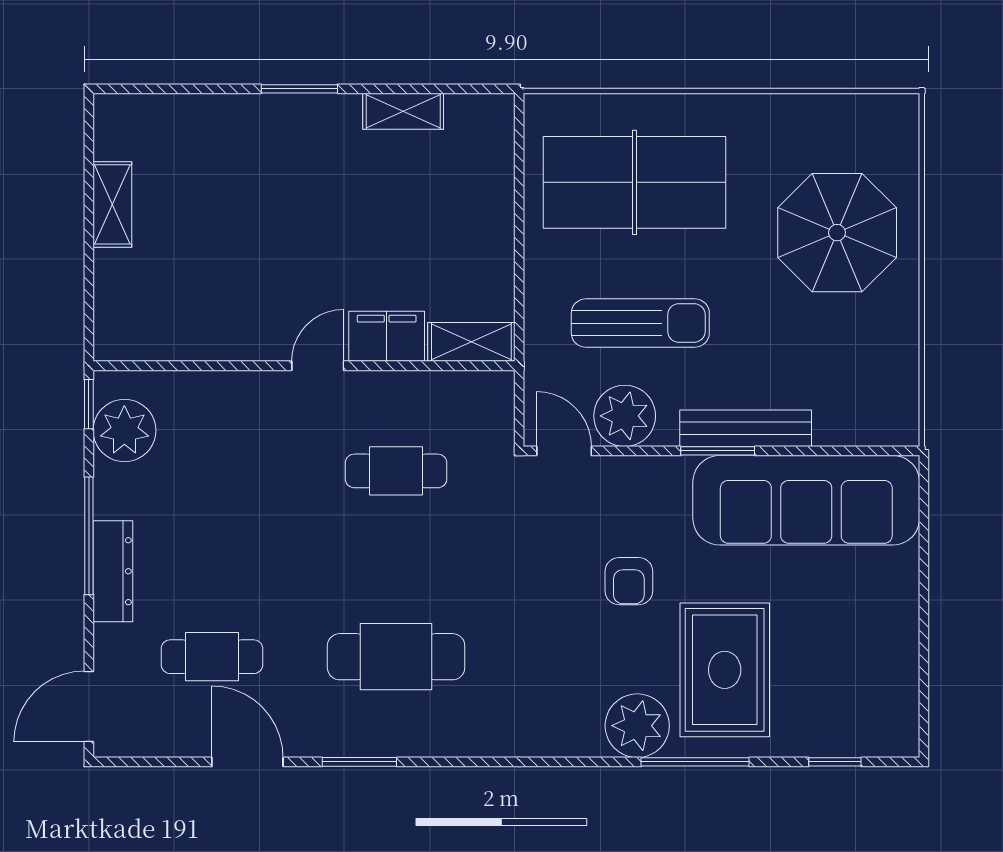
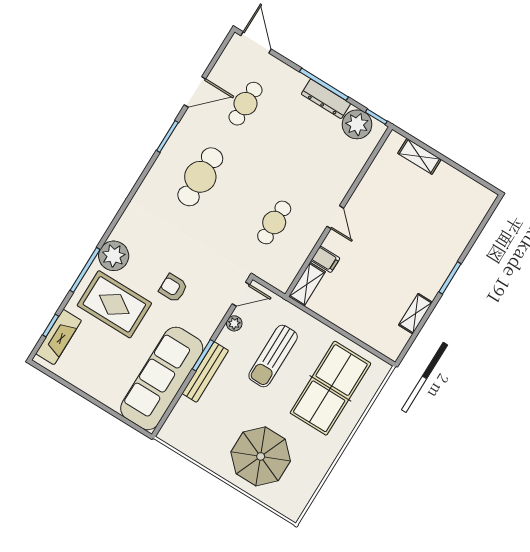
shelving: (112, 204) -> (419, 156), moved
filing cabinet: (387, 336) -> (325, 259), width x0.50
plant: (625, 416) -> (234, 323), width x0.53, depth x0.53
dresser: (113, 571) -> (326, 99), moved
fireplace: (847, 735) -> (59, 337), added

